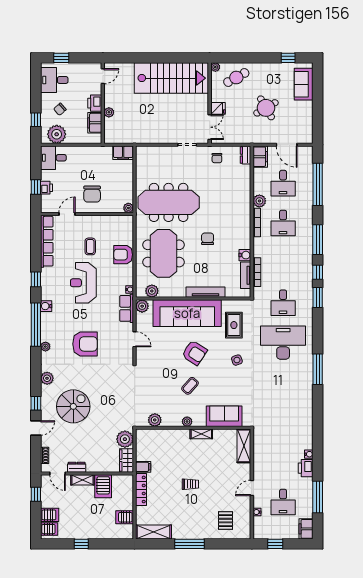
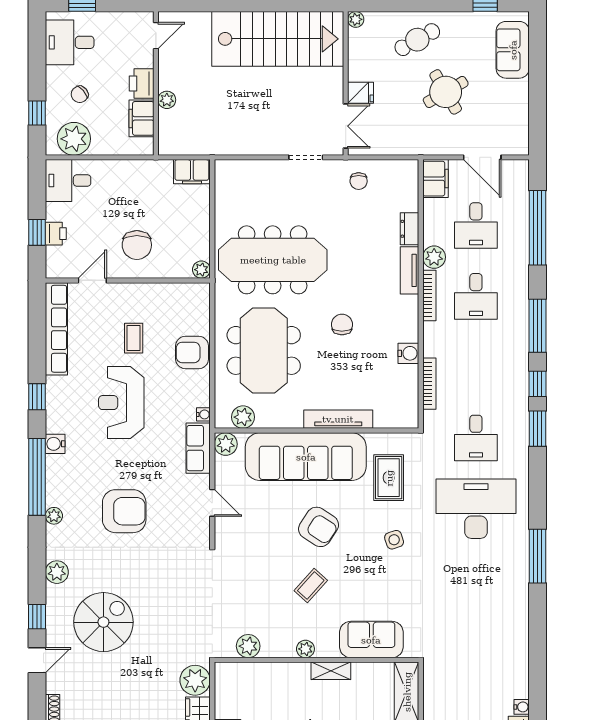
cafe table: (236, 78) -> (417, 40), moved
dresser: (246, 155) -> (409, 229), moved
tv unit: (246, 275) -> (410, 270), moved

